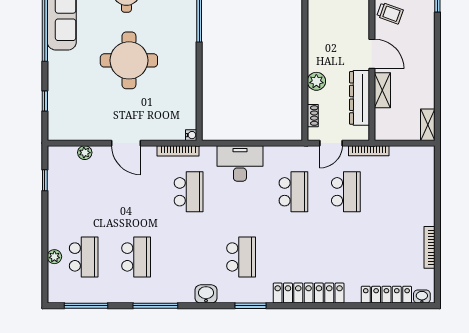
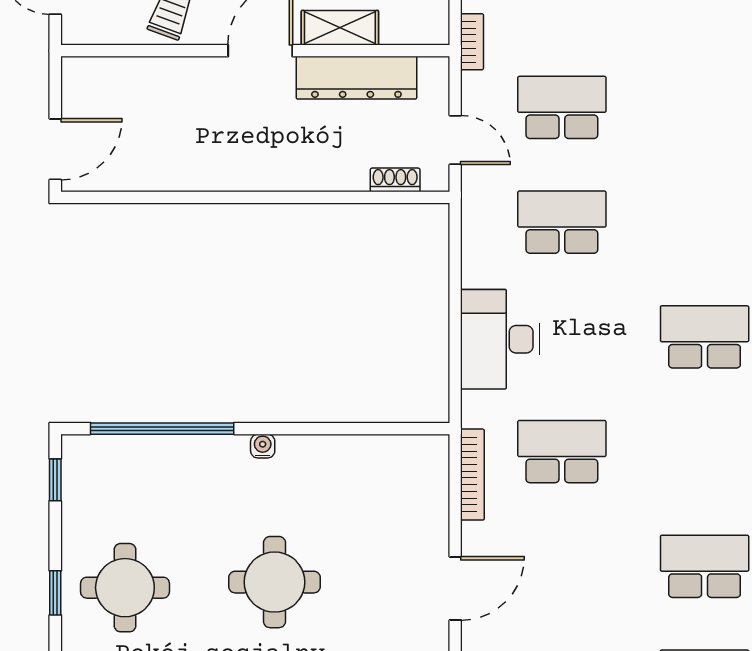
round table: (129, 60) -> (275, 582), width x0.73, depth x0.73
plant: (316, 81) -> (320, 172), removed
water cooler: (191, 135) -> (263, 446), moved
bookcase: (369, 151) -> (472, 42), width x0.64

